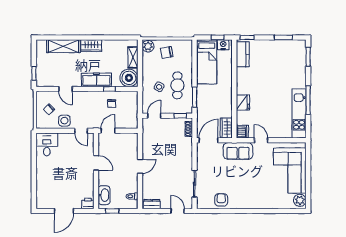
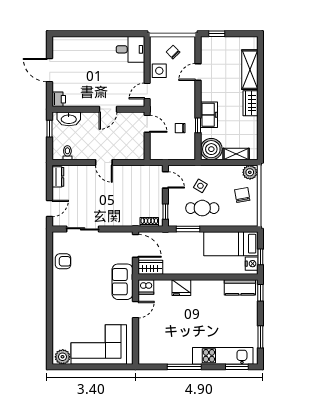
freezer: (96, 80) -> (209, 115), width x0.71
kitchen unit: (299, 113) -> (223, 356), moved

